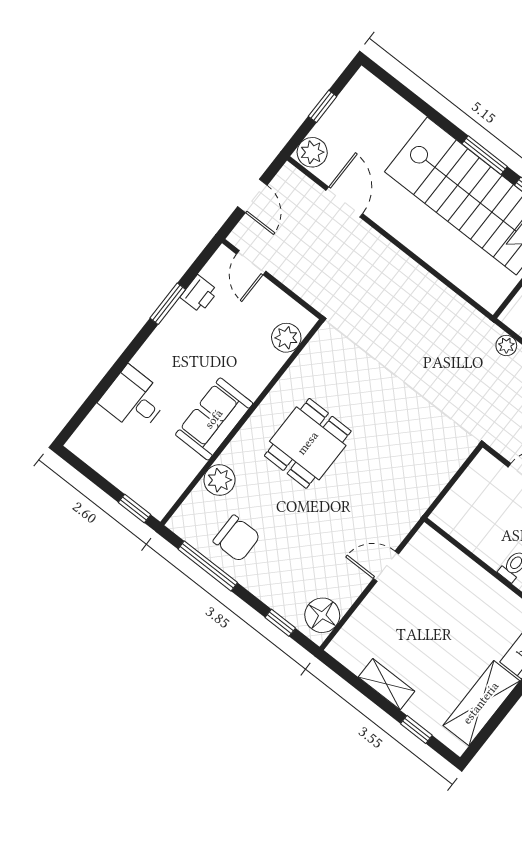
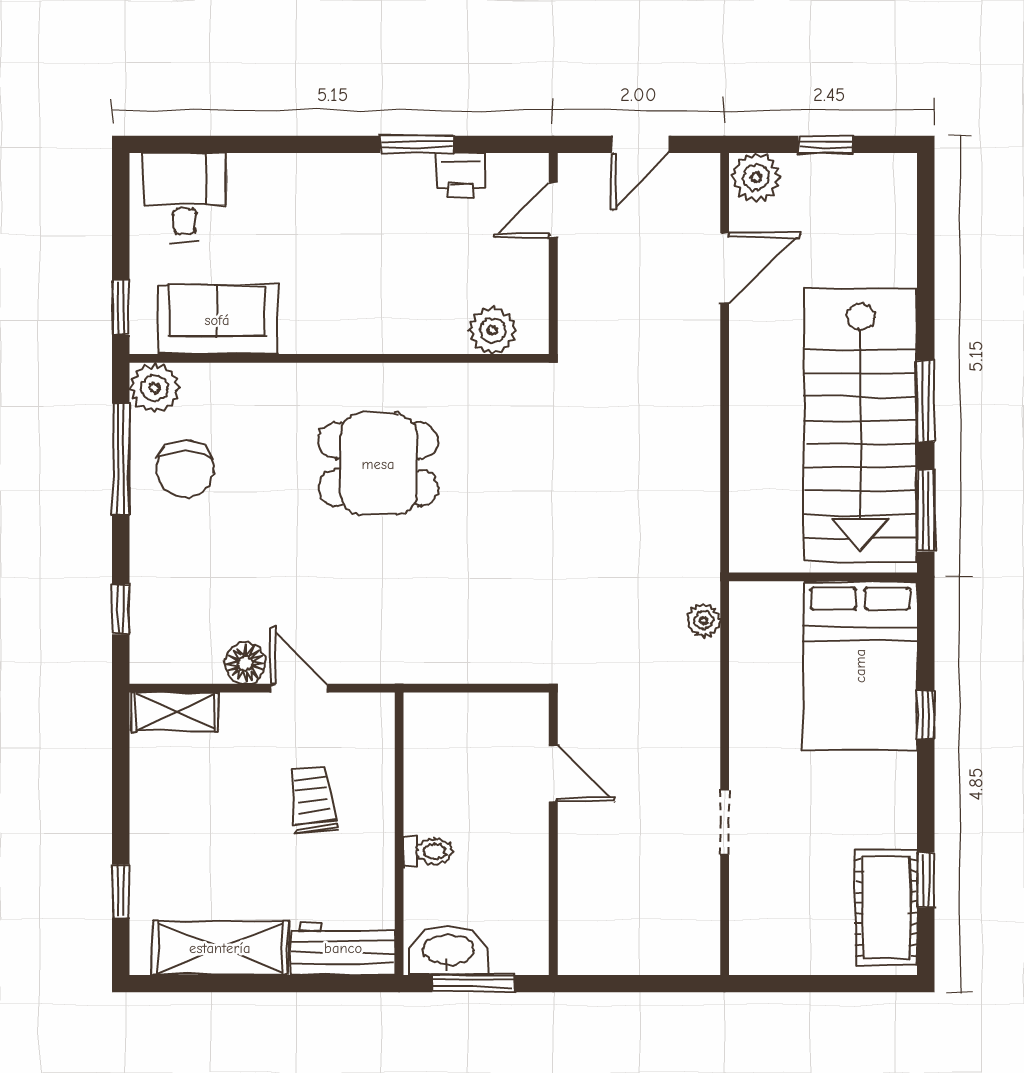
desk: (134, 400) -> (185, 197), moved
sofa: (214, 419) -> (217, 320), moved
plant: (219, 480) -> (154, 388), moved
trolley: (445, 602) -> (313, 799), added
floor lamp: (322, 615) -> (245, 663), moved, width x0.73, depth x0.73
shelving: (386, 684) -> (175, 712), moved, turned 90

